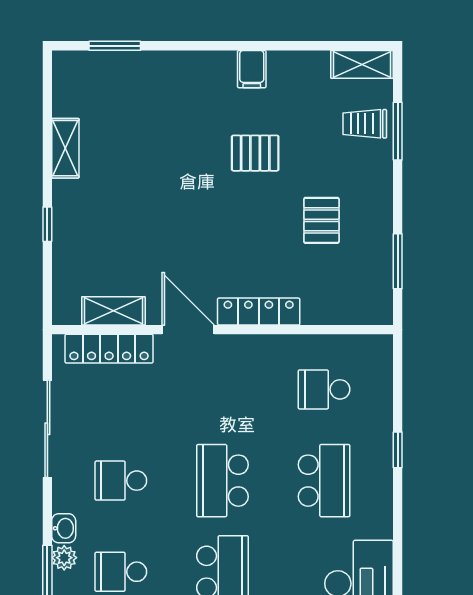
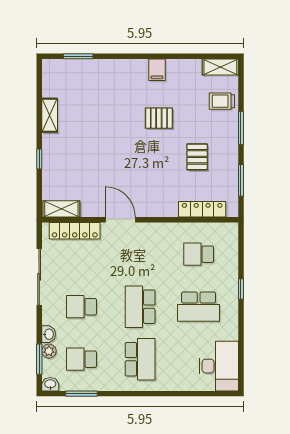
window: (398, 131) -> (241, 128), moved
shelving: (113, 311) -> (61, 209), moved
locker: (259, 312) -> (202, 209), moved
school desk: (324, 481) -> (199, 307), turned 90

